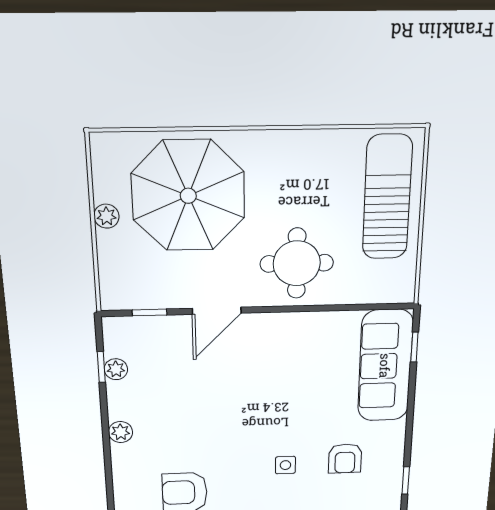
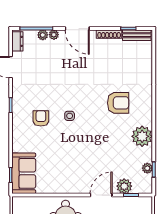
plant: (165, 331) -> (124, 186), added
sofa: (385, 366) -> (24, 173), width x0.73
plant: (121, 432) -> (142, 136), width x1.88, depth x1.88

